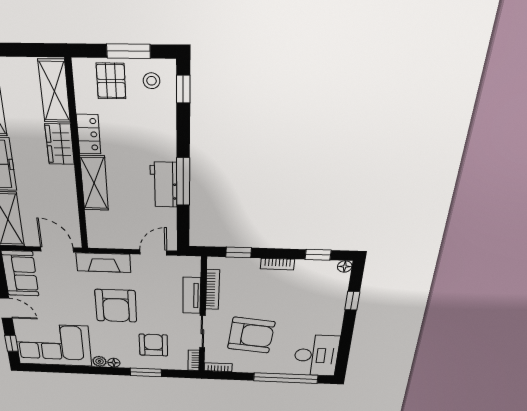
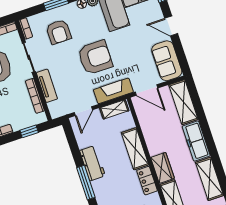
window: (183, 182) -> (86, 183), moved
shelving: (109, 241) -> (114, 109), added
armchair: (116, 306) -> (95, 57), turned 90

